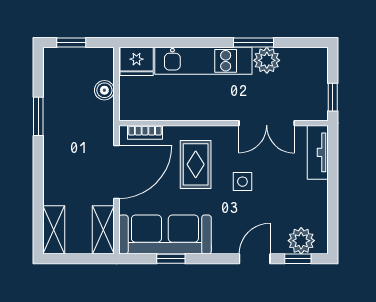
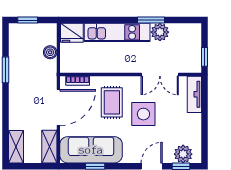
side table: (242, 182) -> (143, 114), width x1.87, depth x1.87

